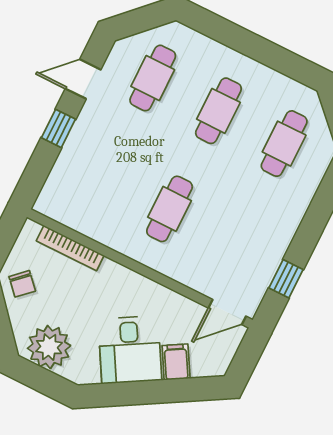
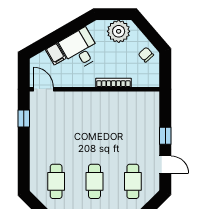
door: (83, 79) -> (165, 165), hinge flipped
cafe table: (170, 209) -> (94, 124), removed
bookcase: (70, 248) -> (113, 83), moved
door: (227, 312) -> (43, 89), hinge flipped

